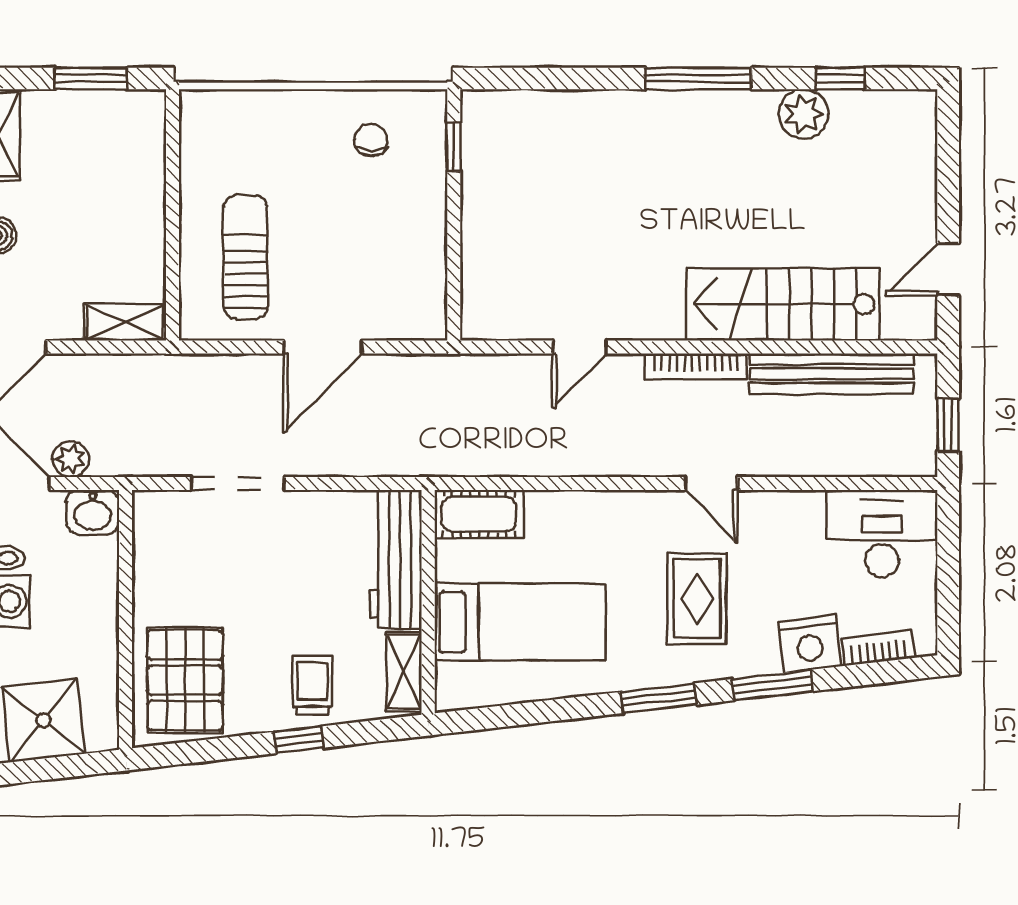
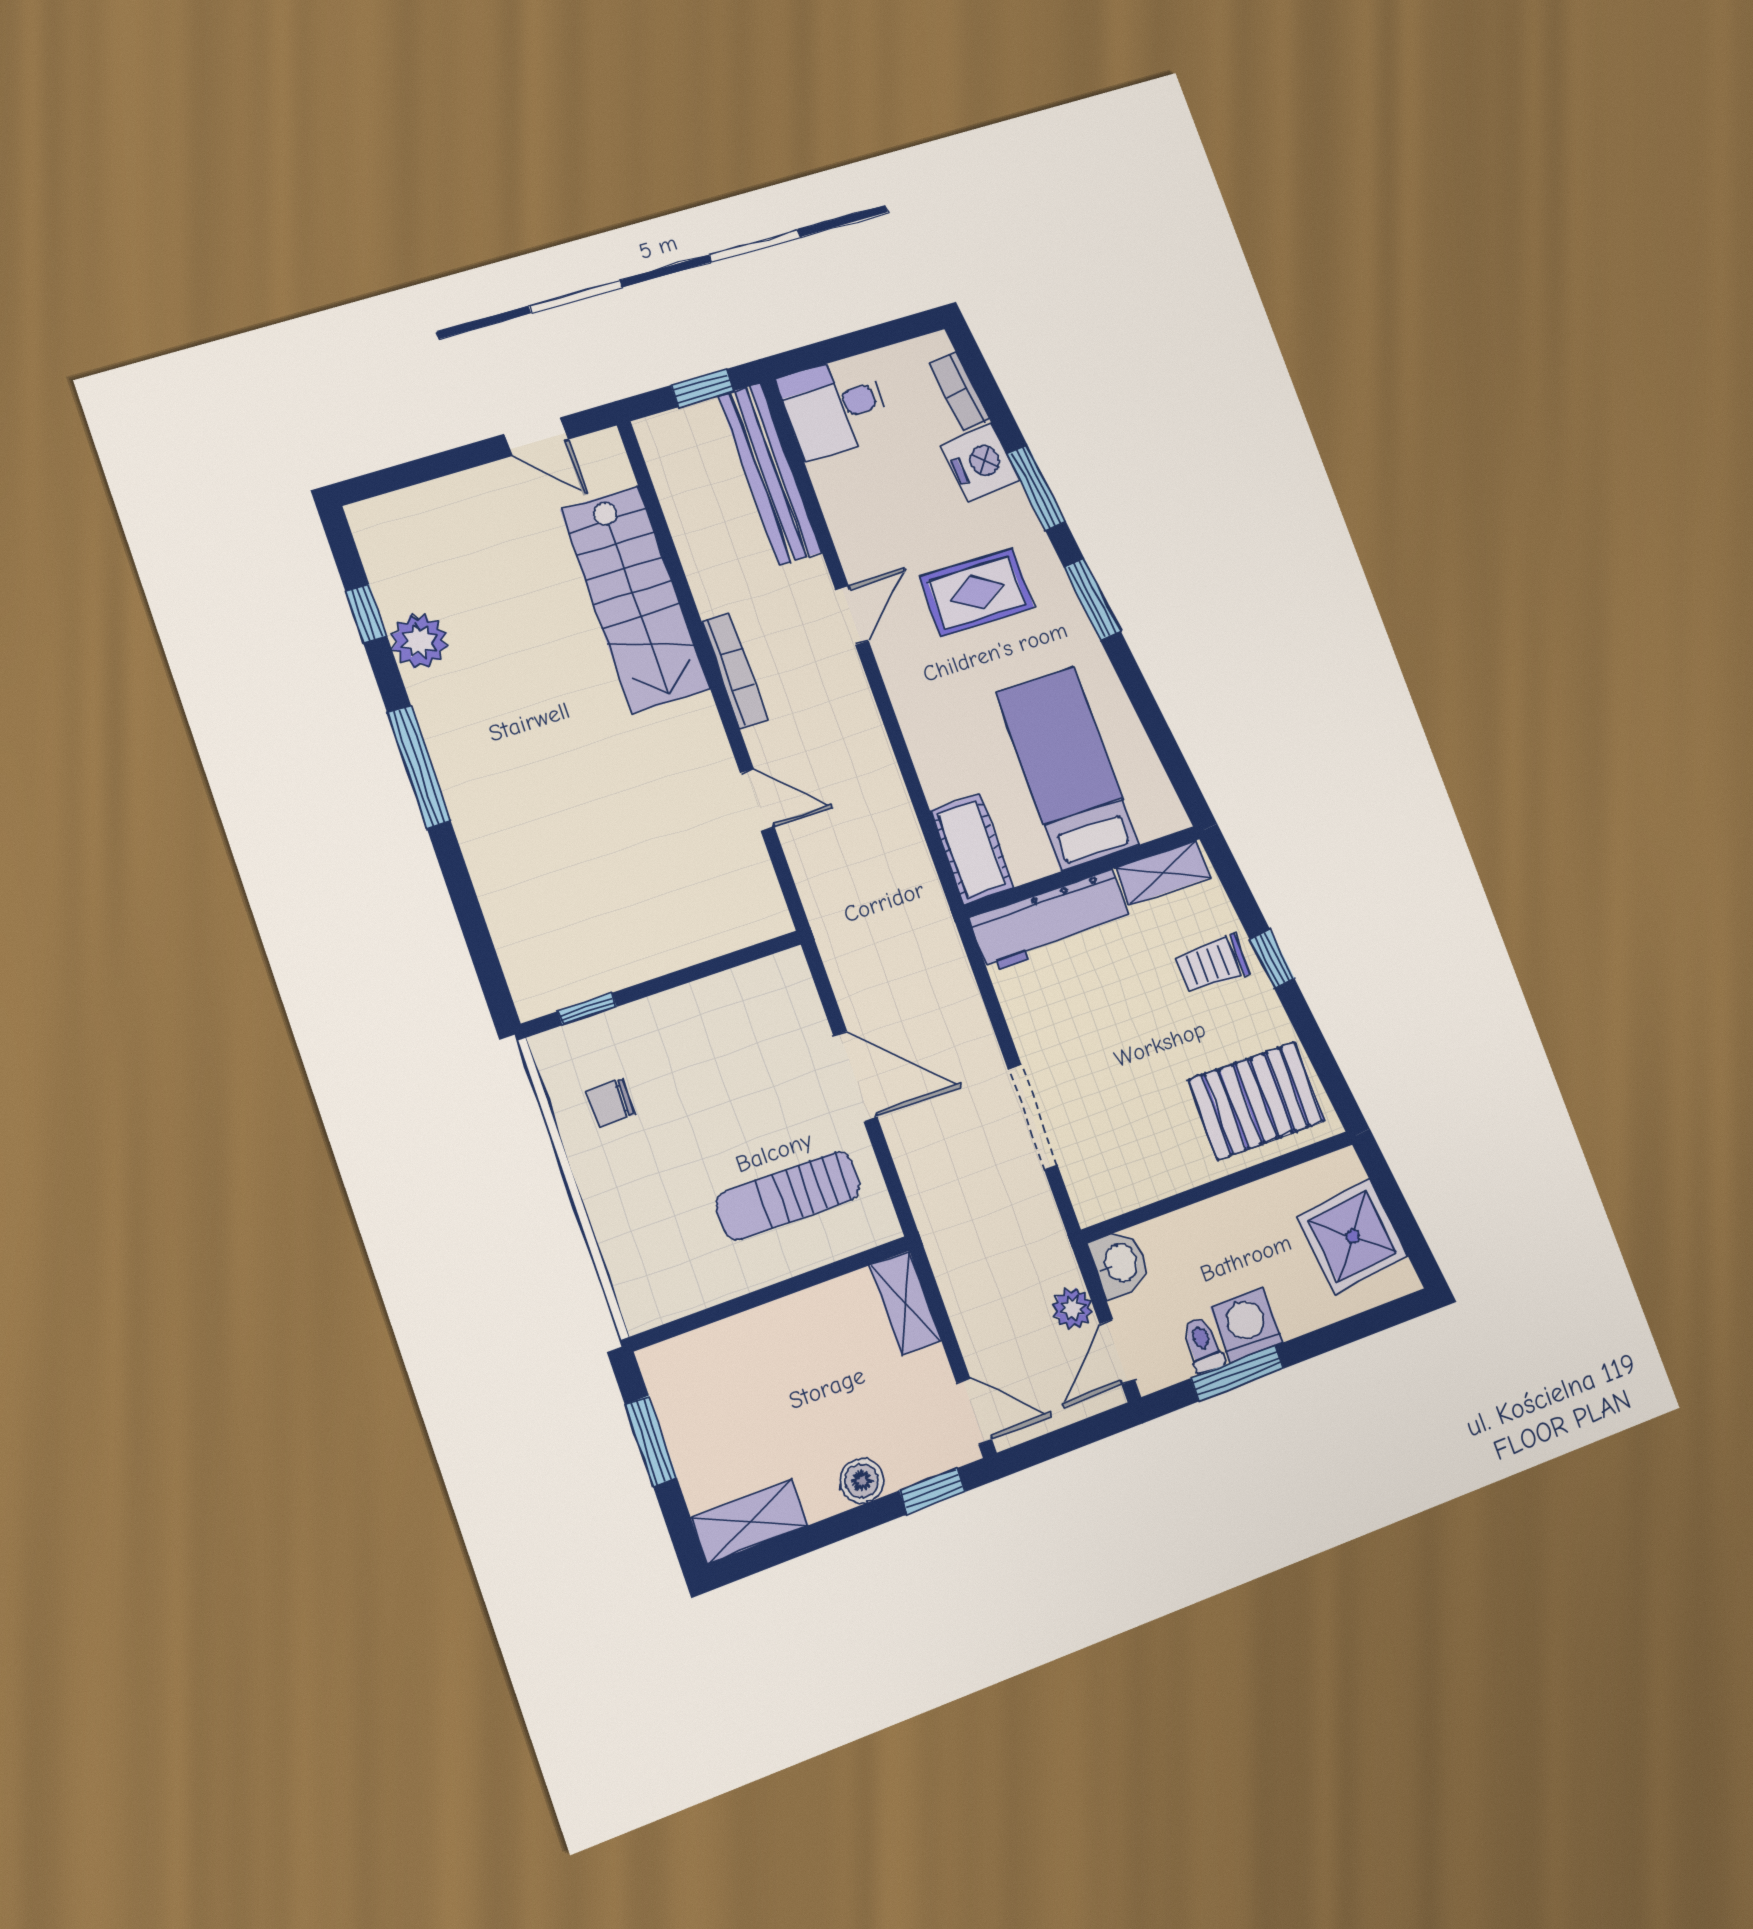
bench: (832, 374) -> (770, 474), moved
desk: (882, 534) -> (835, 407), width x0.73

